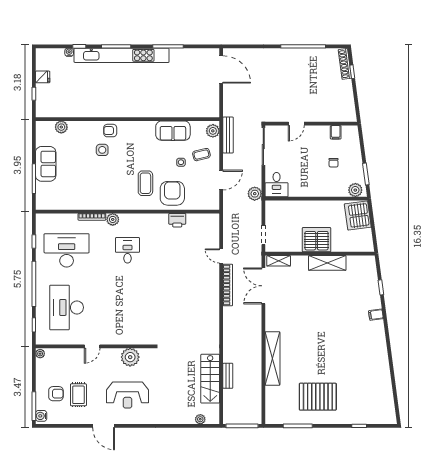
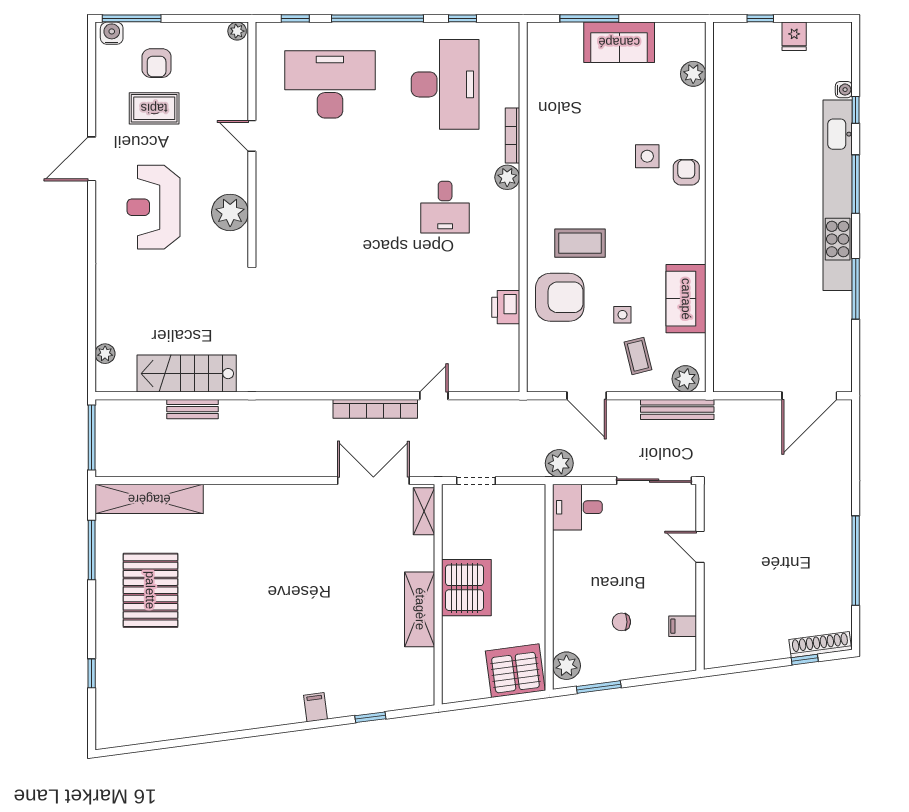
desk: (127, 250) -> (445, 207), turned 90
shelving: (272, 358) -> (149, 499), moved

